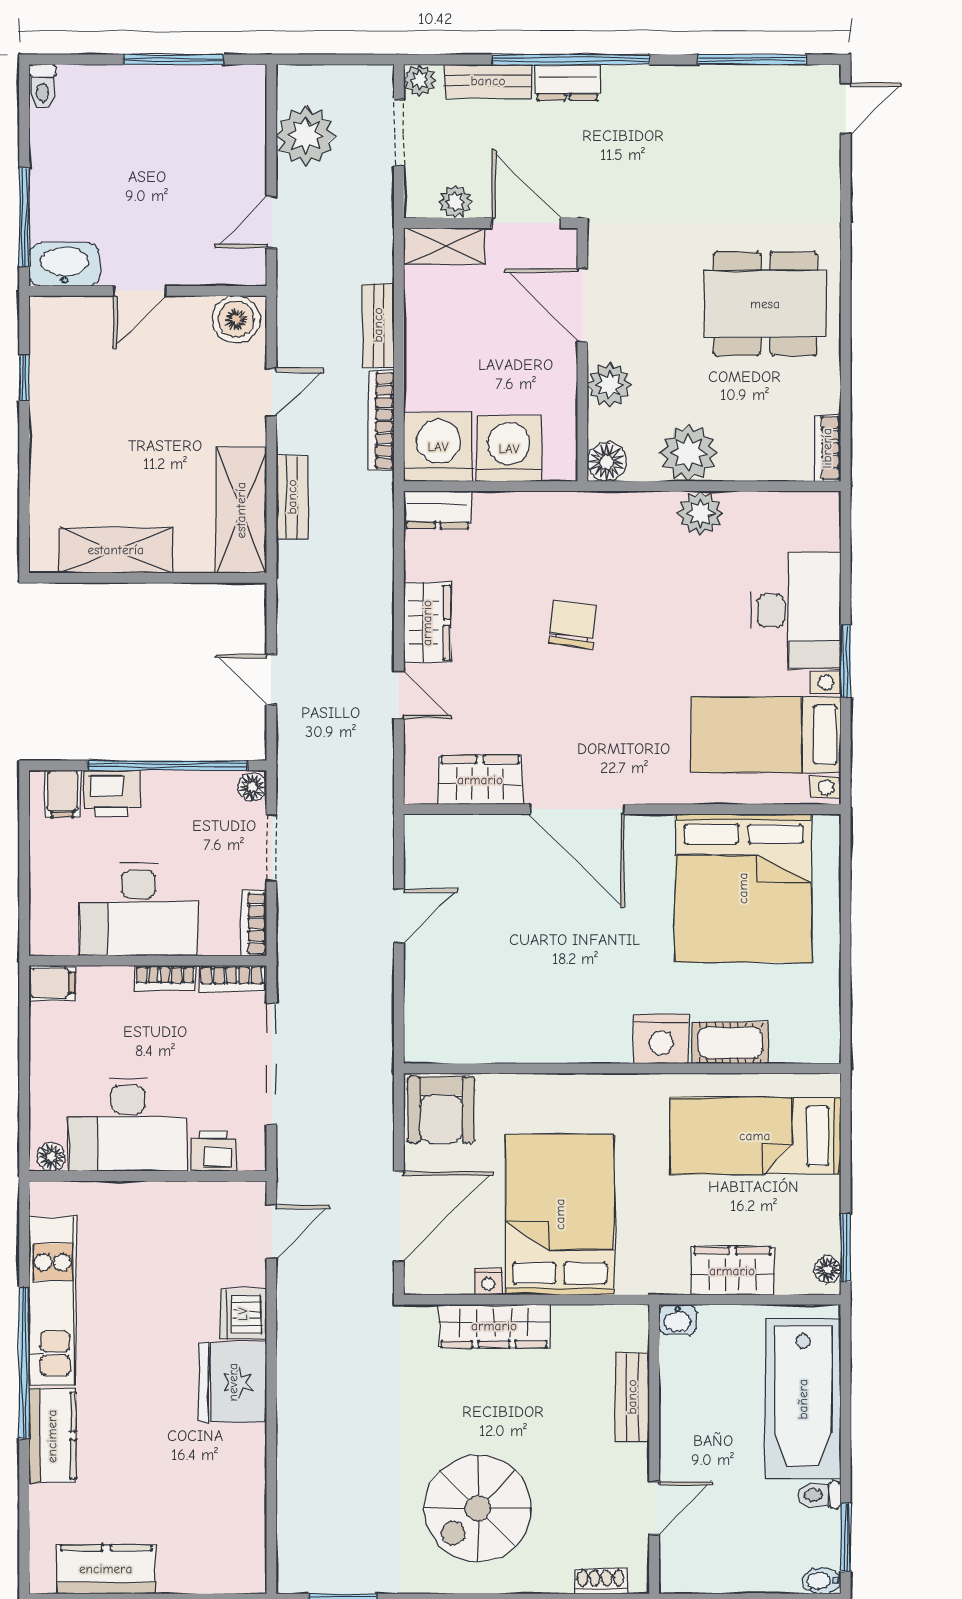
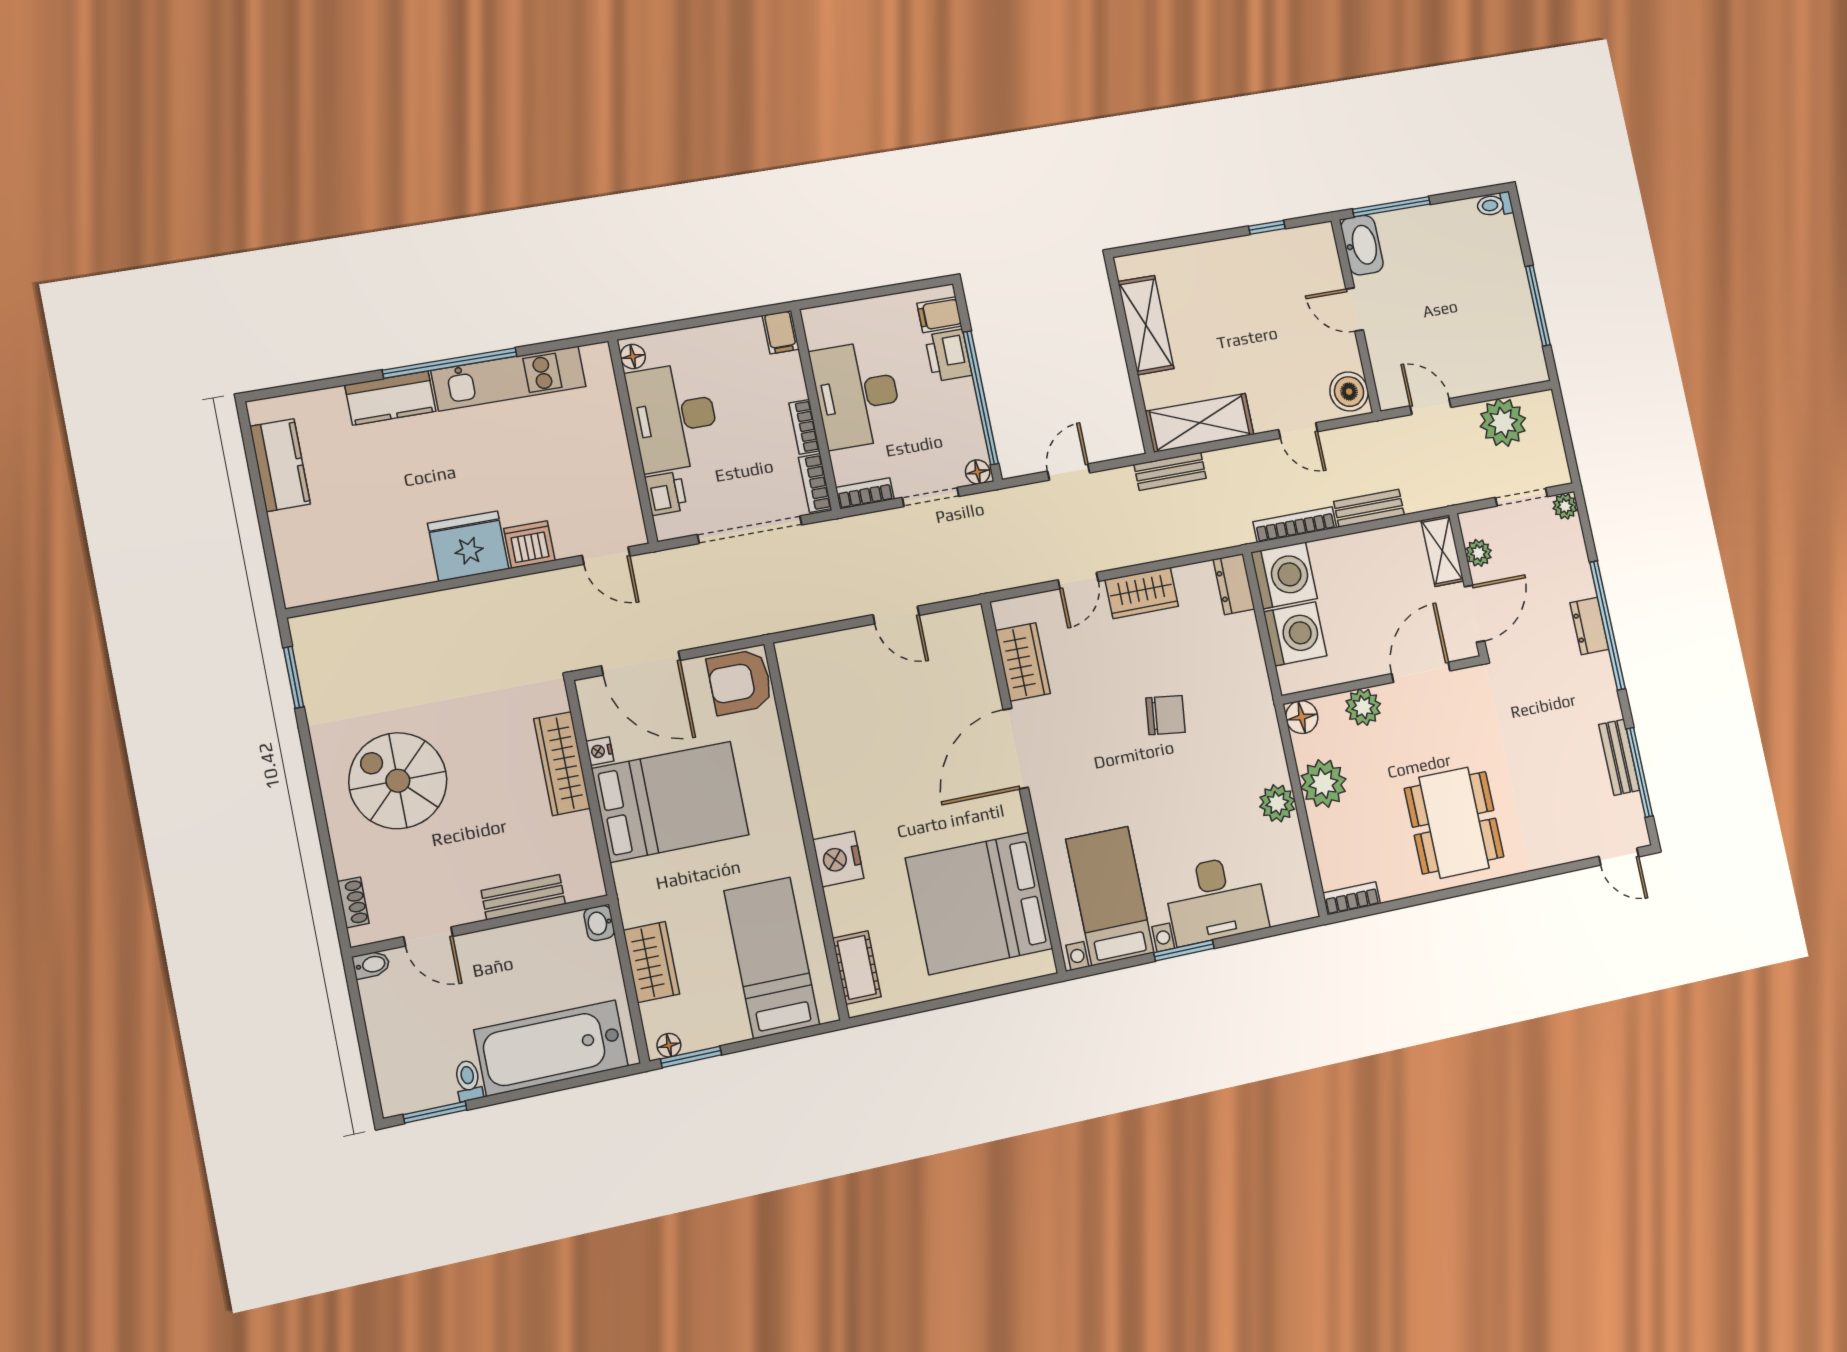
bench: (488, 81) -> (1619, 757), moved
bench: (292, 497) -> (1170, 471), moved
cot: (730, 1043) -> (857, 968), moved
bidet: (822, 1581) -> (371, 965), moved, turned 90

